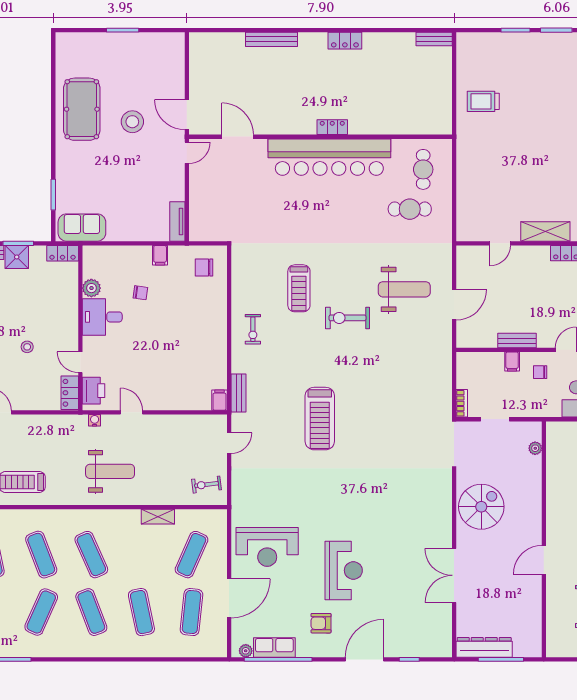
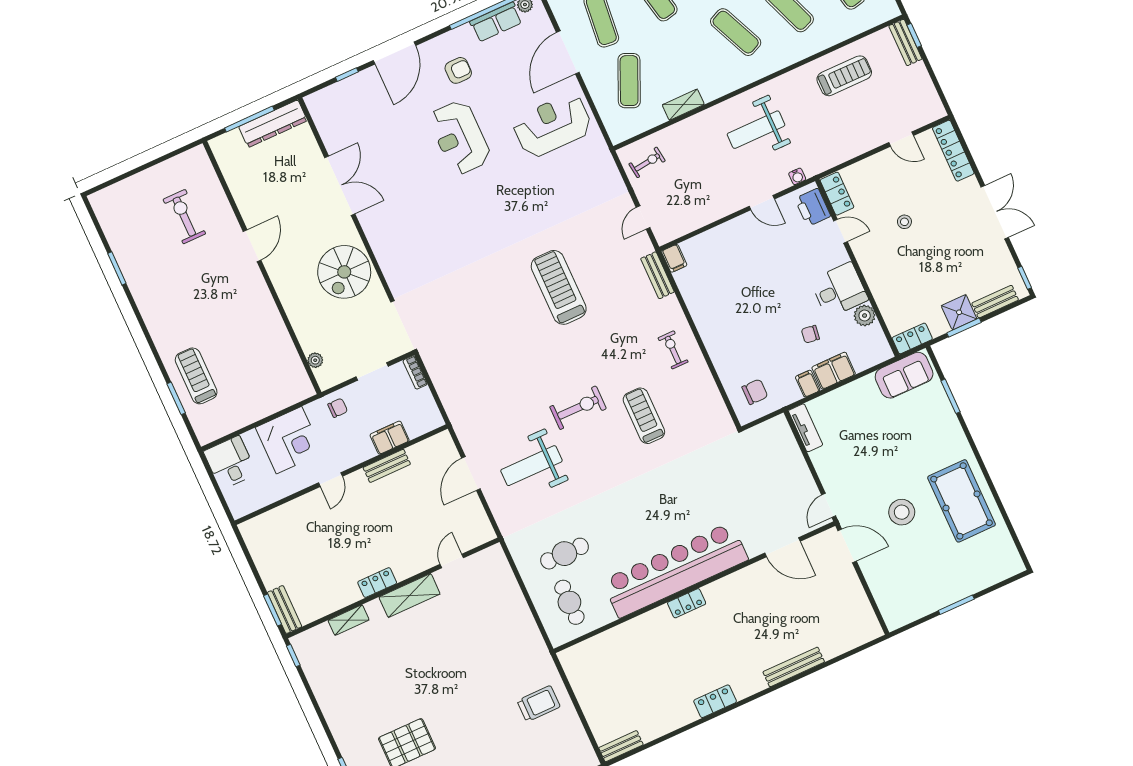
filing cabinet: (135, 256) -> (834, 371), added
filing cabinet: (512, 362) -> (390, 438), width x2.00
chair: (540, 372) -> (338, 408), moved

